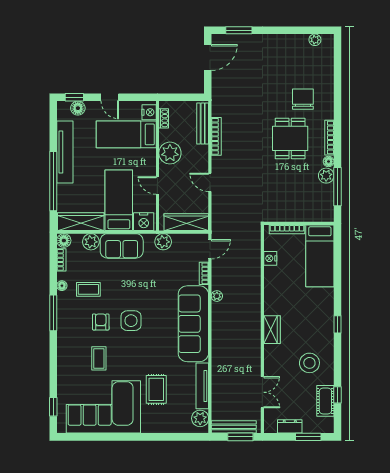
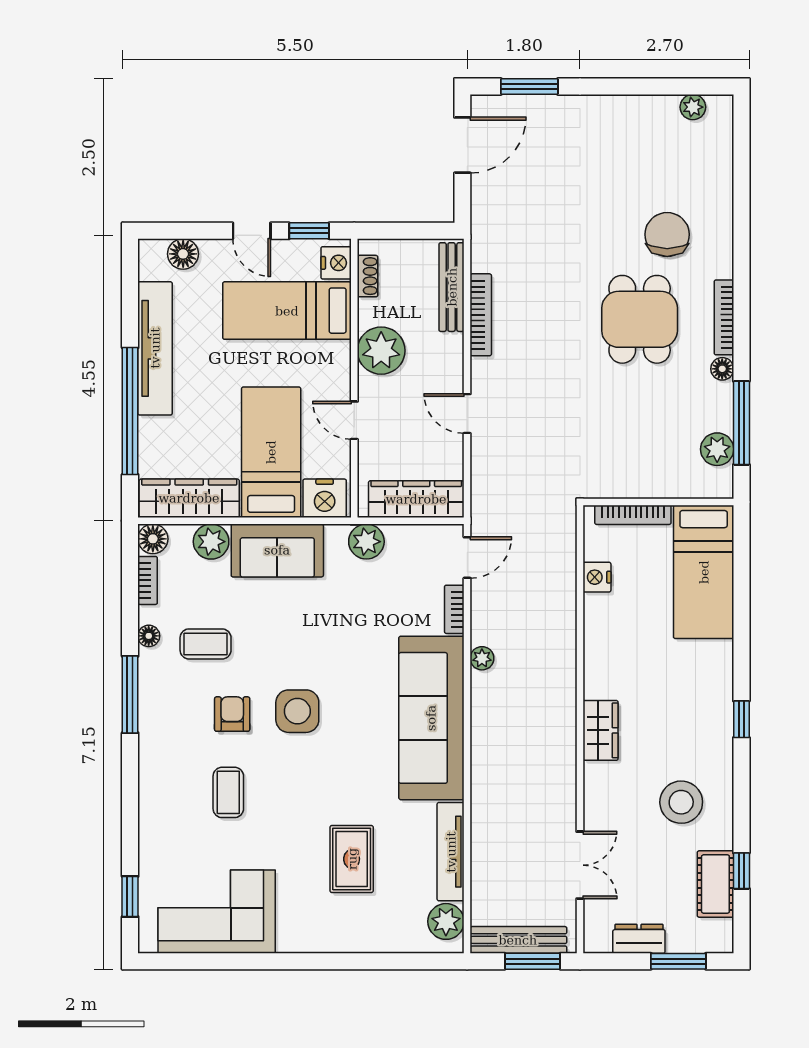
window: (74, 97) -> (309, 231), moved
plant: (326, 176) -> (717, 449), moved
corner sofa: (103, 407) -> (217, 912), width x0.73, depth x0.74

